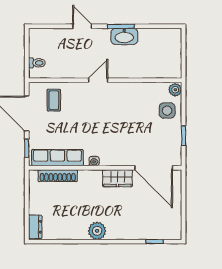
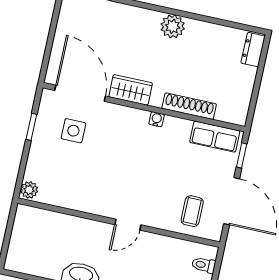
side table: (167, 111) -> (73, 131), moved
row of seats: (57, 158) -> (215, 137), width x0.68
shoe rack: (58, 176) -> (189, 106), moved

